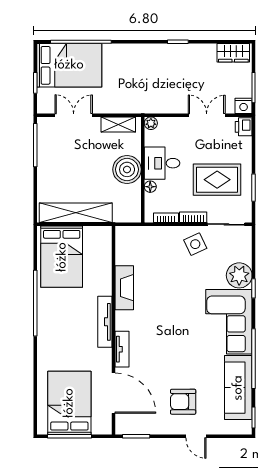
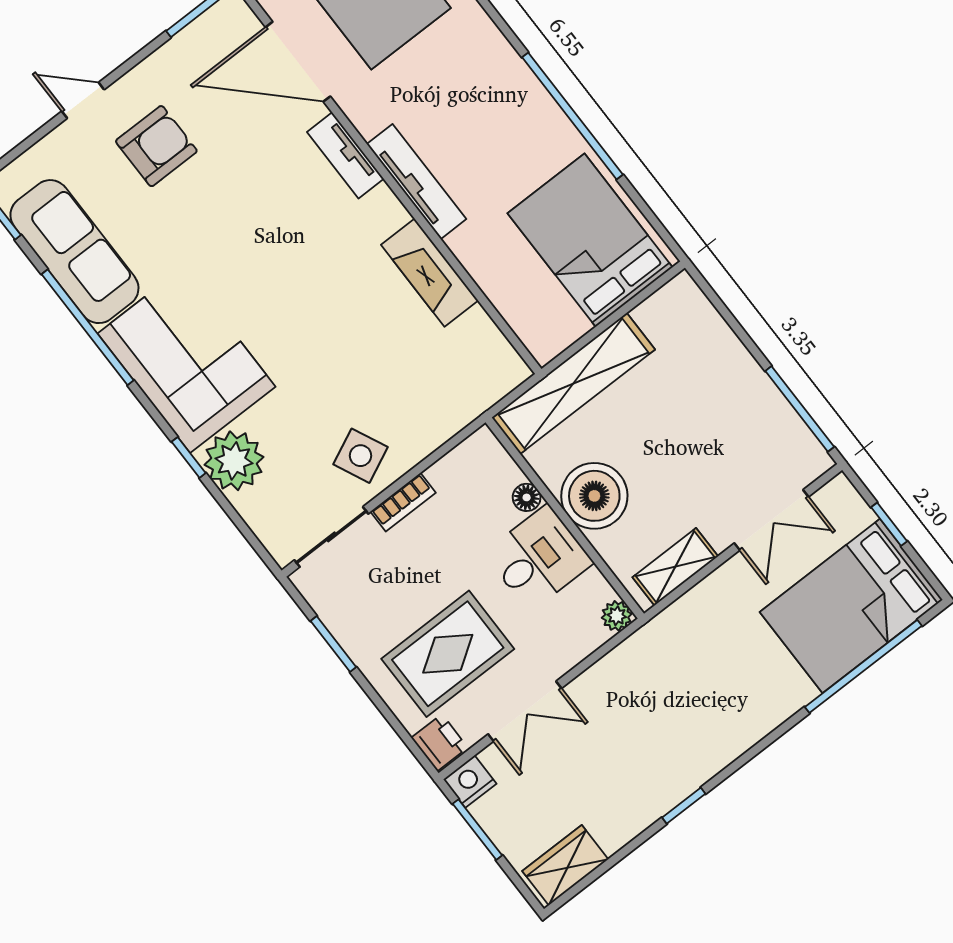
rug: (217, 180) -> (448, 654), moved
shelving: (76, 213) -> (573, 384), moved
bookcase: (166, 218) -> (453, 462), removed

